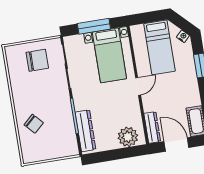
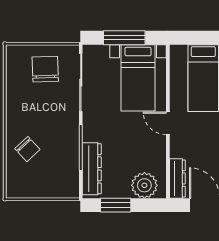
chair: (37, 60) -> (45, 69), turned -92
door: (138, 86) -> (168, 123), swing flipped
window: (108, 156) -> (116, 205), added

